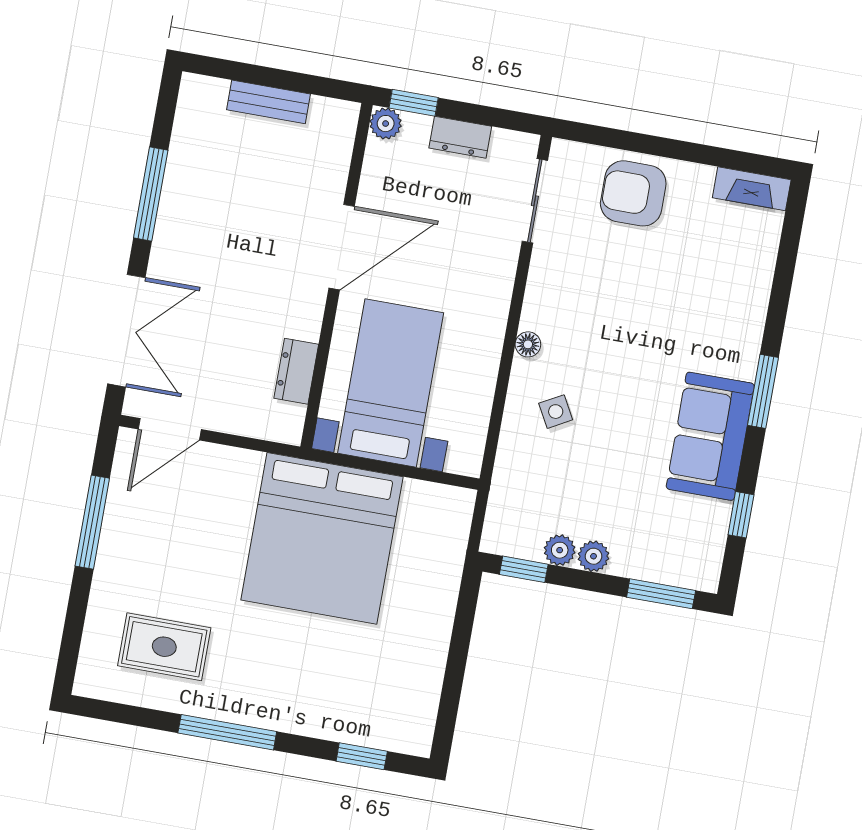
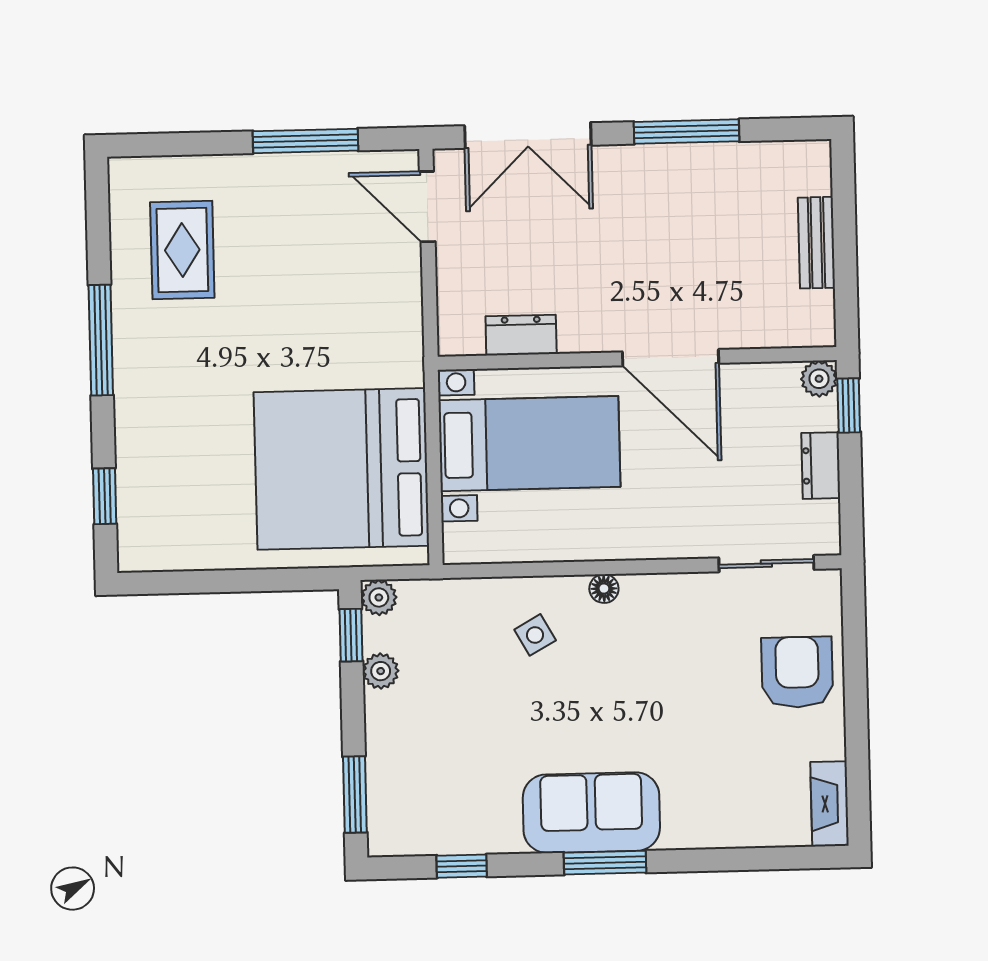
sofa: (710, 436) -> (591, 813), moved
bed: (322, 538) -> (341, 469), moved
plant: (594, 556) -> (379, 597), moved

